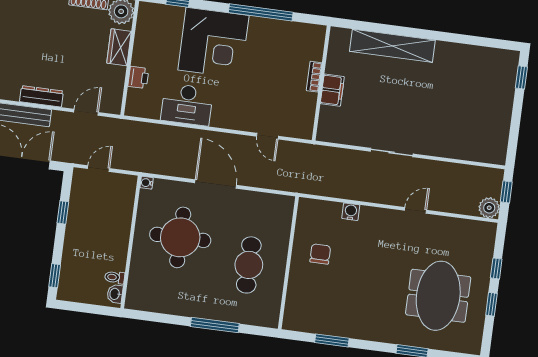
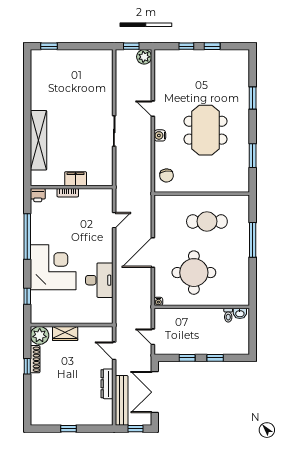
printer: (138, 77) -> (38, 195), moved, turned 180
water cooler: (351, 212) -> (160, 135), moved
chair: (320, 254) -> (166, 175), moved, turned -97
window: (55, 276) -> (215, 358), moved
meeting table: (438, 296) -> (205, 130), moved, turned 90

